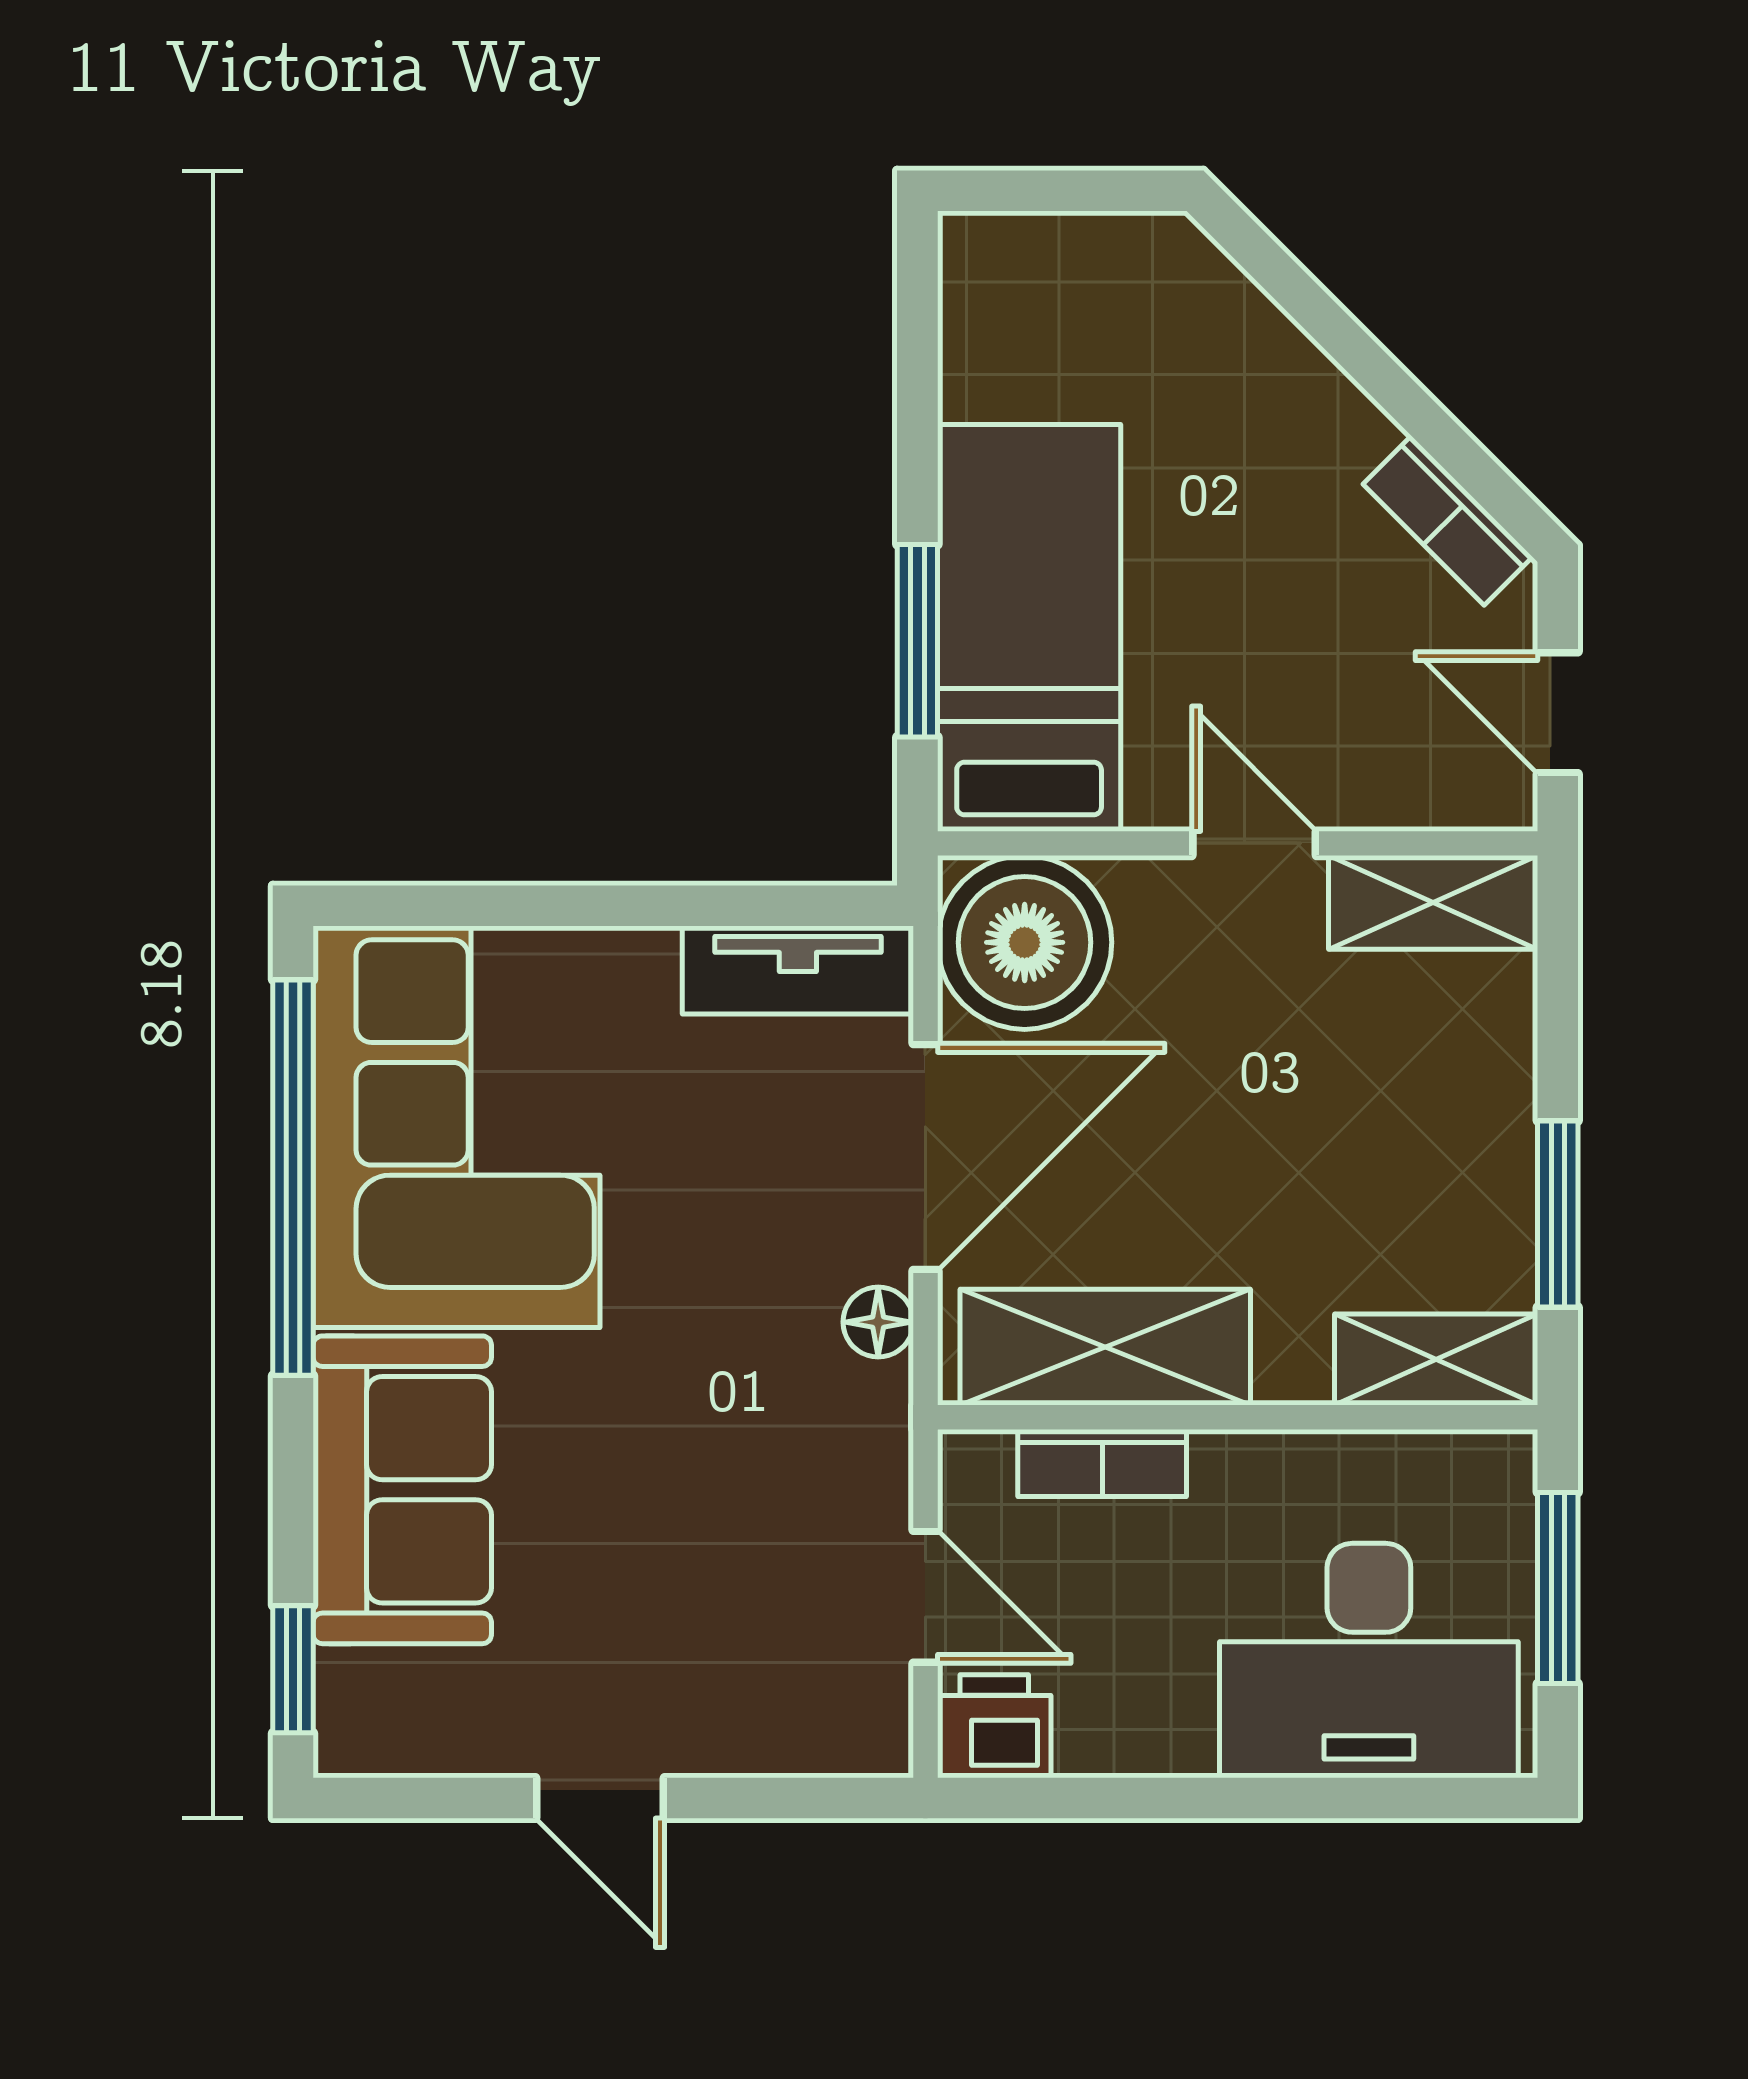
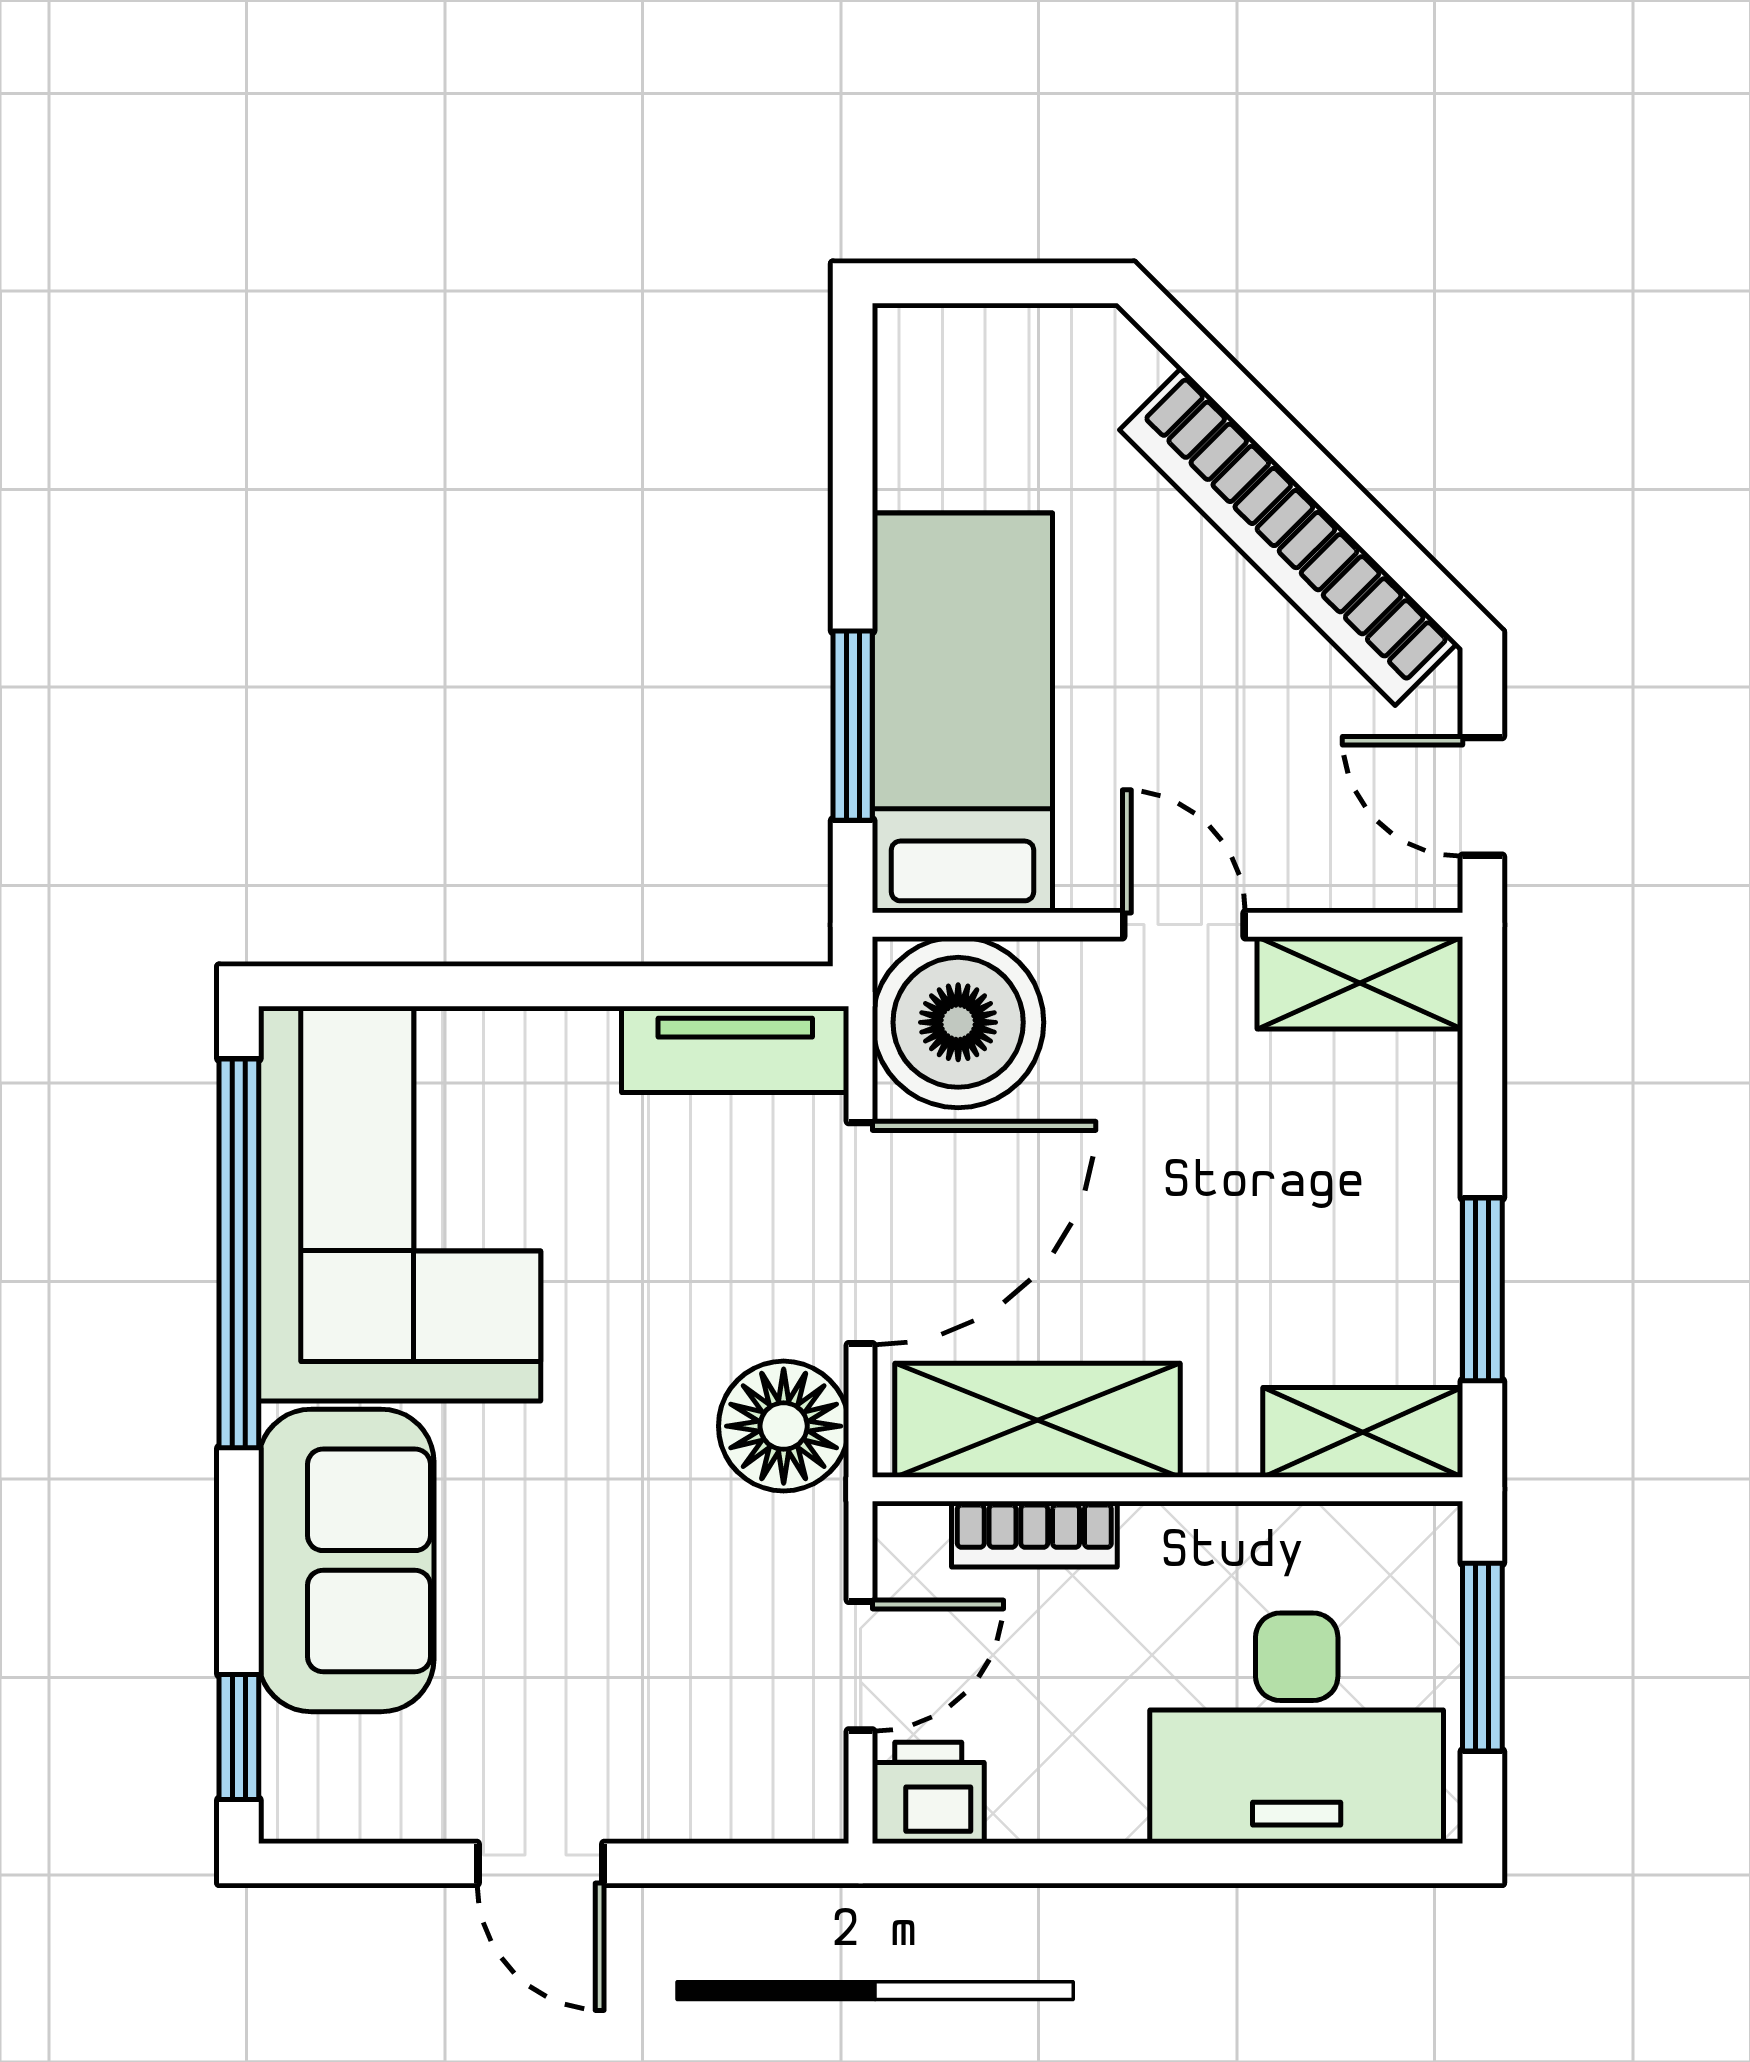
bookcase: (1448, 520) -> (1288, 537), width x2.31, depth x1.31
floor lamp: (878, 1322) -> (784, 1426), width x1.89, depth x1.89
door: (925, 1597) -> (861, 1666), hinge flipped

